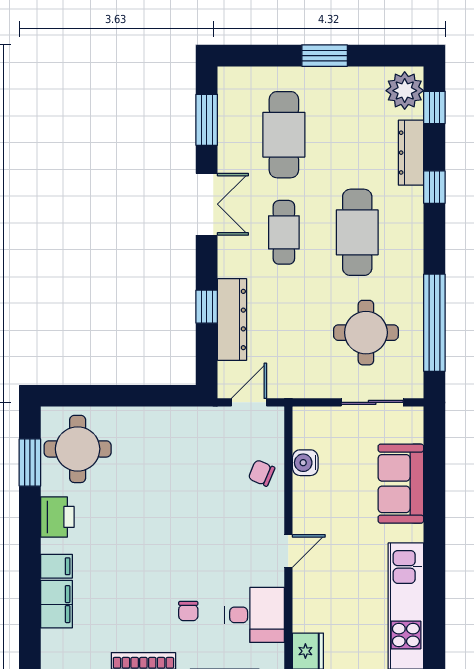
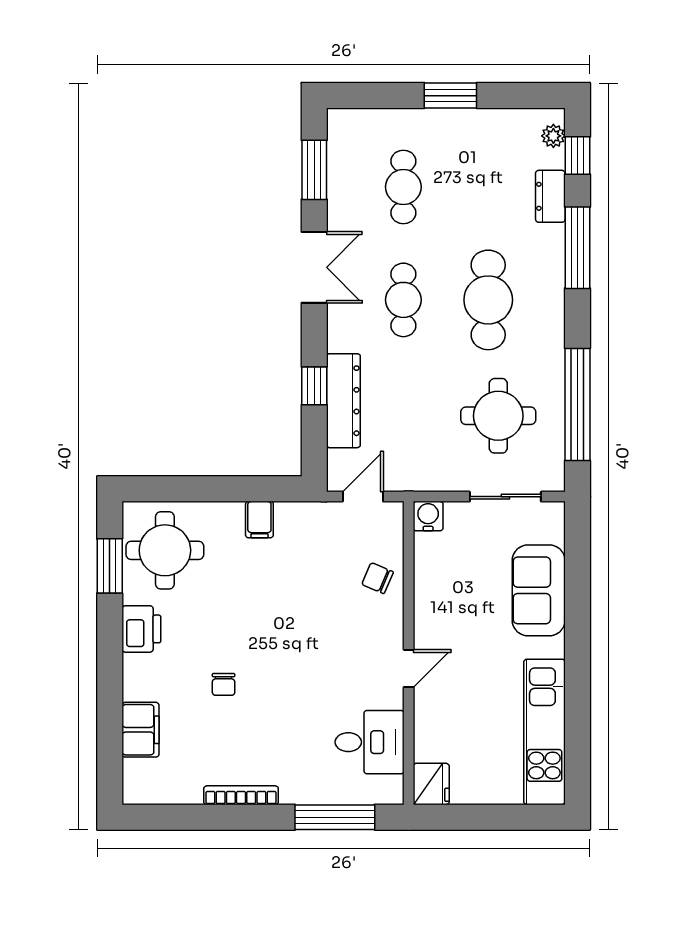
plant: (405, 91) -> (553, 136), width x0.53, depth x0.53
cafe table: (284, 135) -> (403, 187), width x0.73, depth x0.74
dresser: (411, 153) -> (550, 196), width x0.70
window: (434, 187) -> (577, 248), width x2.17
water cooler: (305, 463) -> (428, 516), moved, turned 90
filing cabinet: (56, 566) -> (259, 520), moved, turned 90
chair: (188, 611) -> (224, 684), moved

